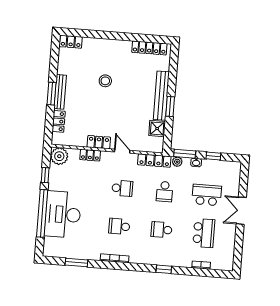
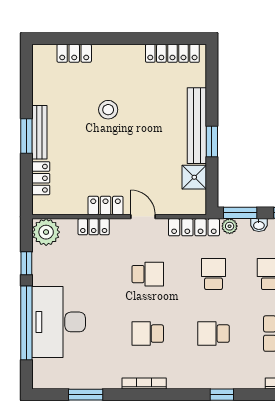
locker: (71, 42) -> (74, 53), moved
school desk: (165, 192) -> (214, 274), turned 180

